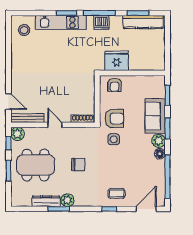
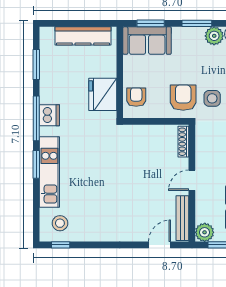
kitchen counter: (143, 22) -> (83, 36), moved, turned 90
window: (8, 31) -> (61, 245), added
armchair: (115, 85) -> (136, 97), turned -90
sofa: (155, 116) -> (147, 41), moved

